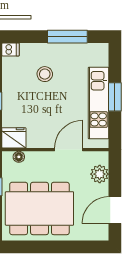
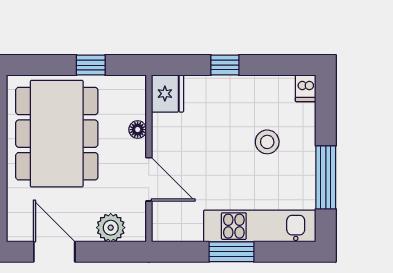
kitchen unit: (99, 103) -> (260, 226), moved
floor lamp: (19, 157) -> (138, 130), moved

